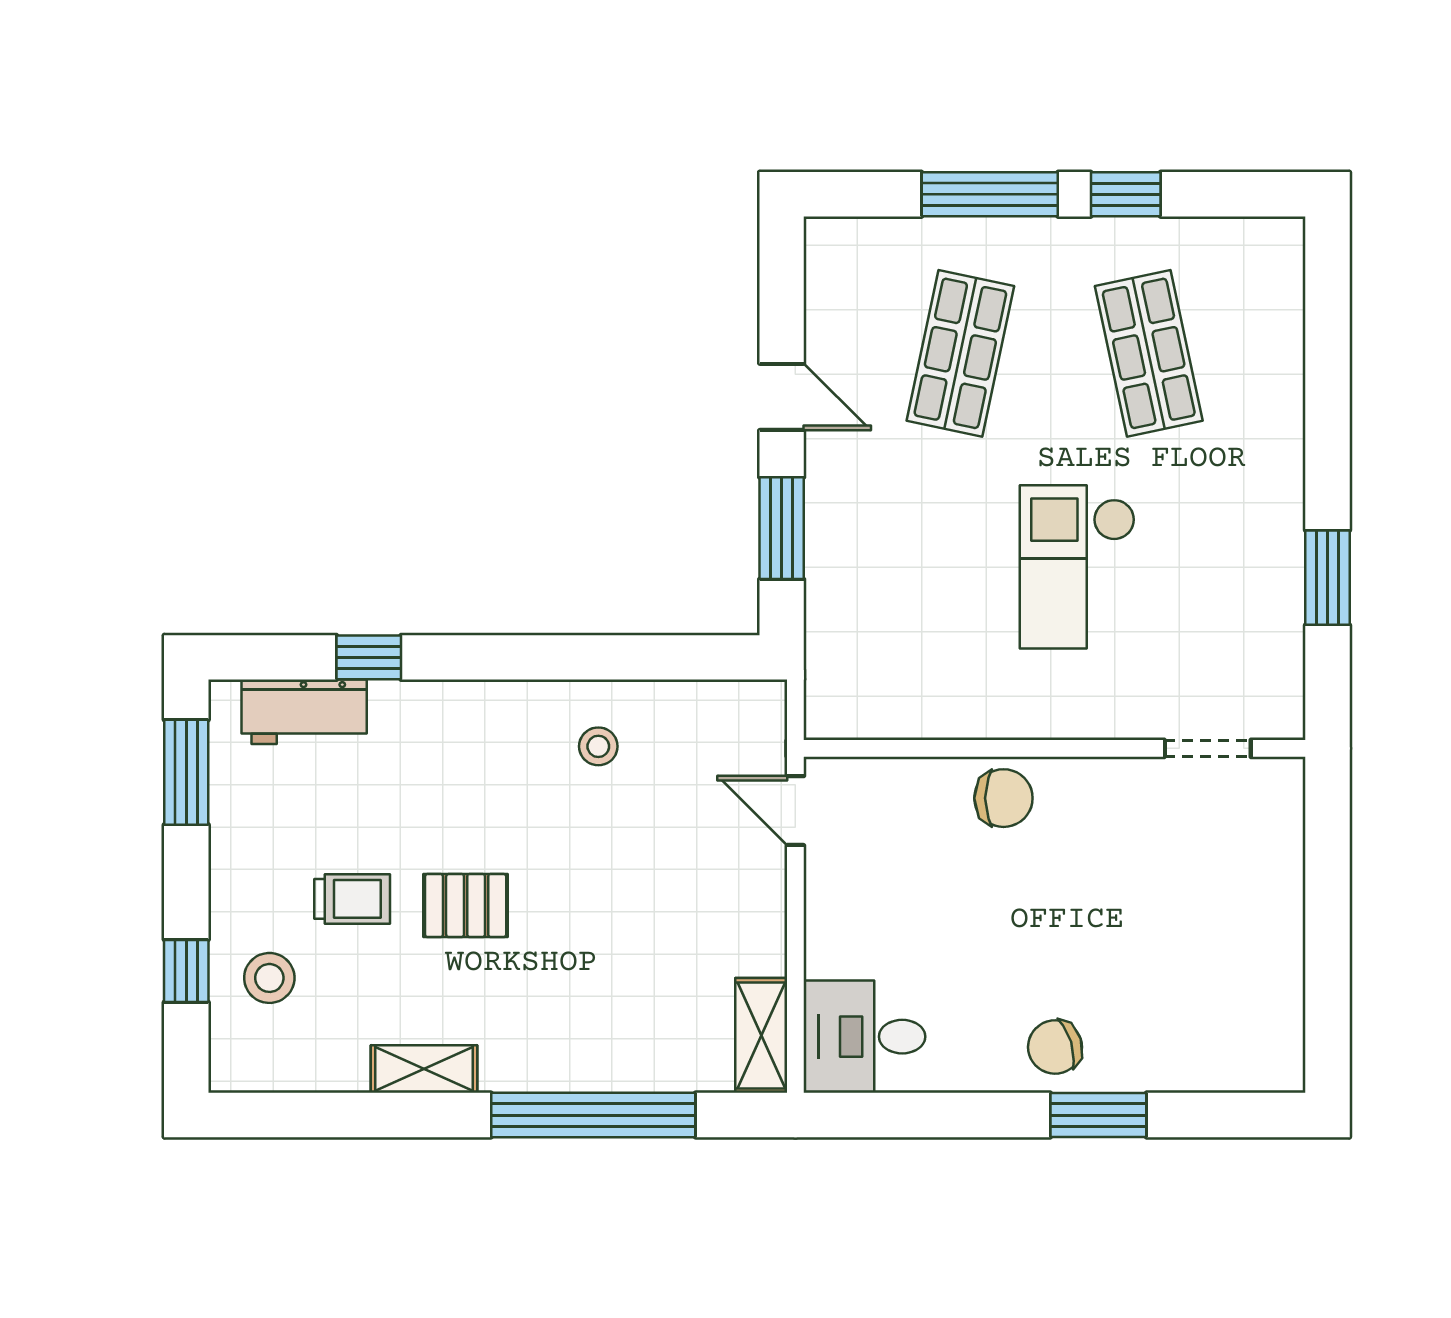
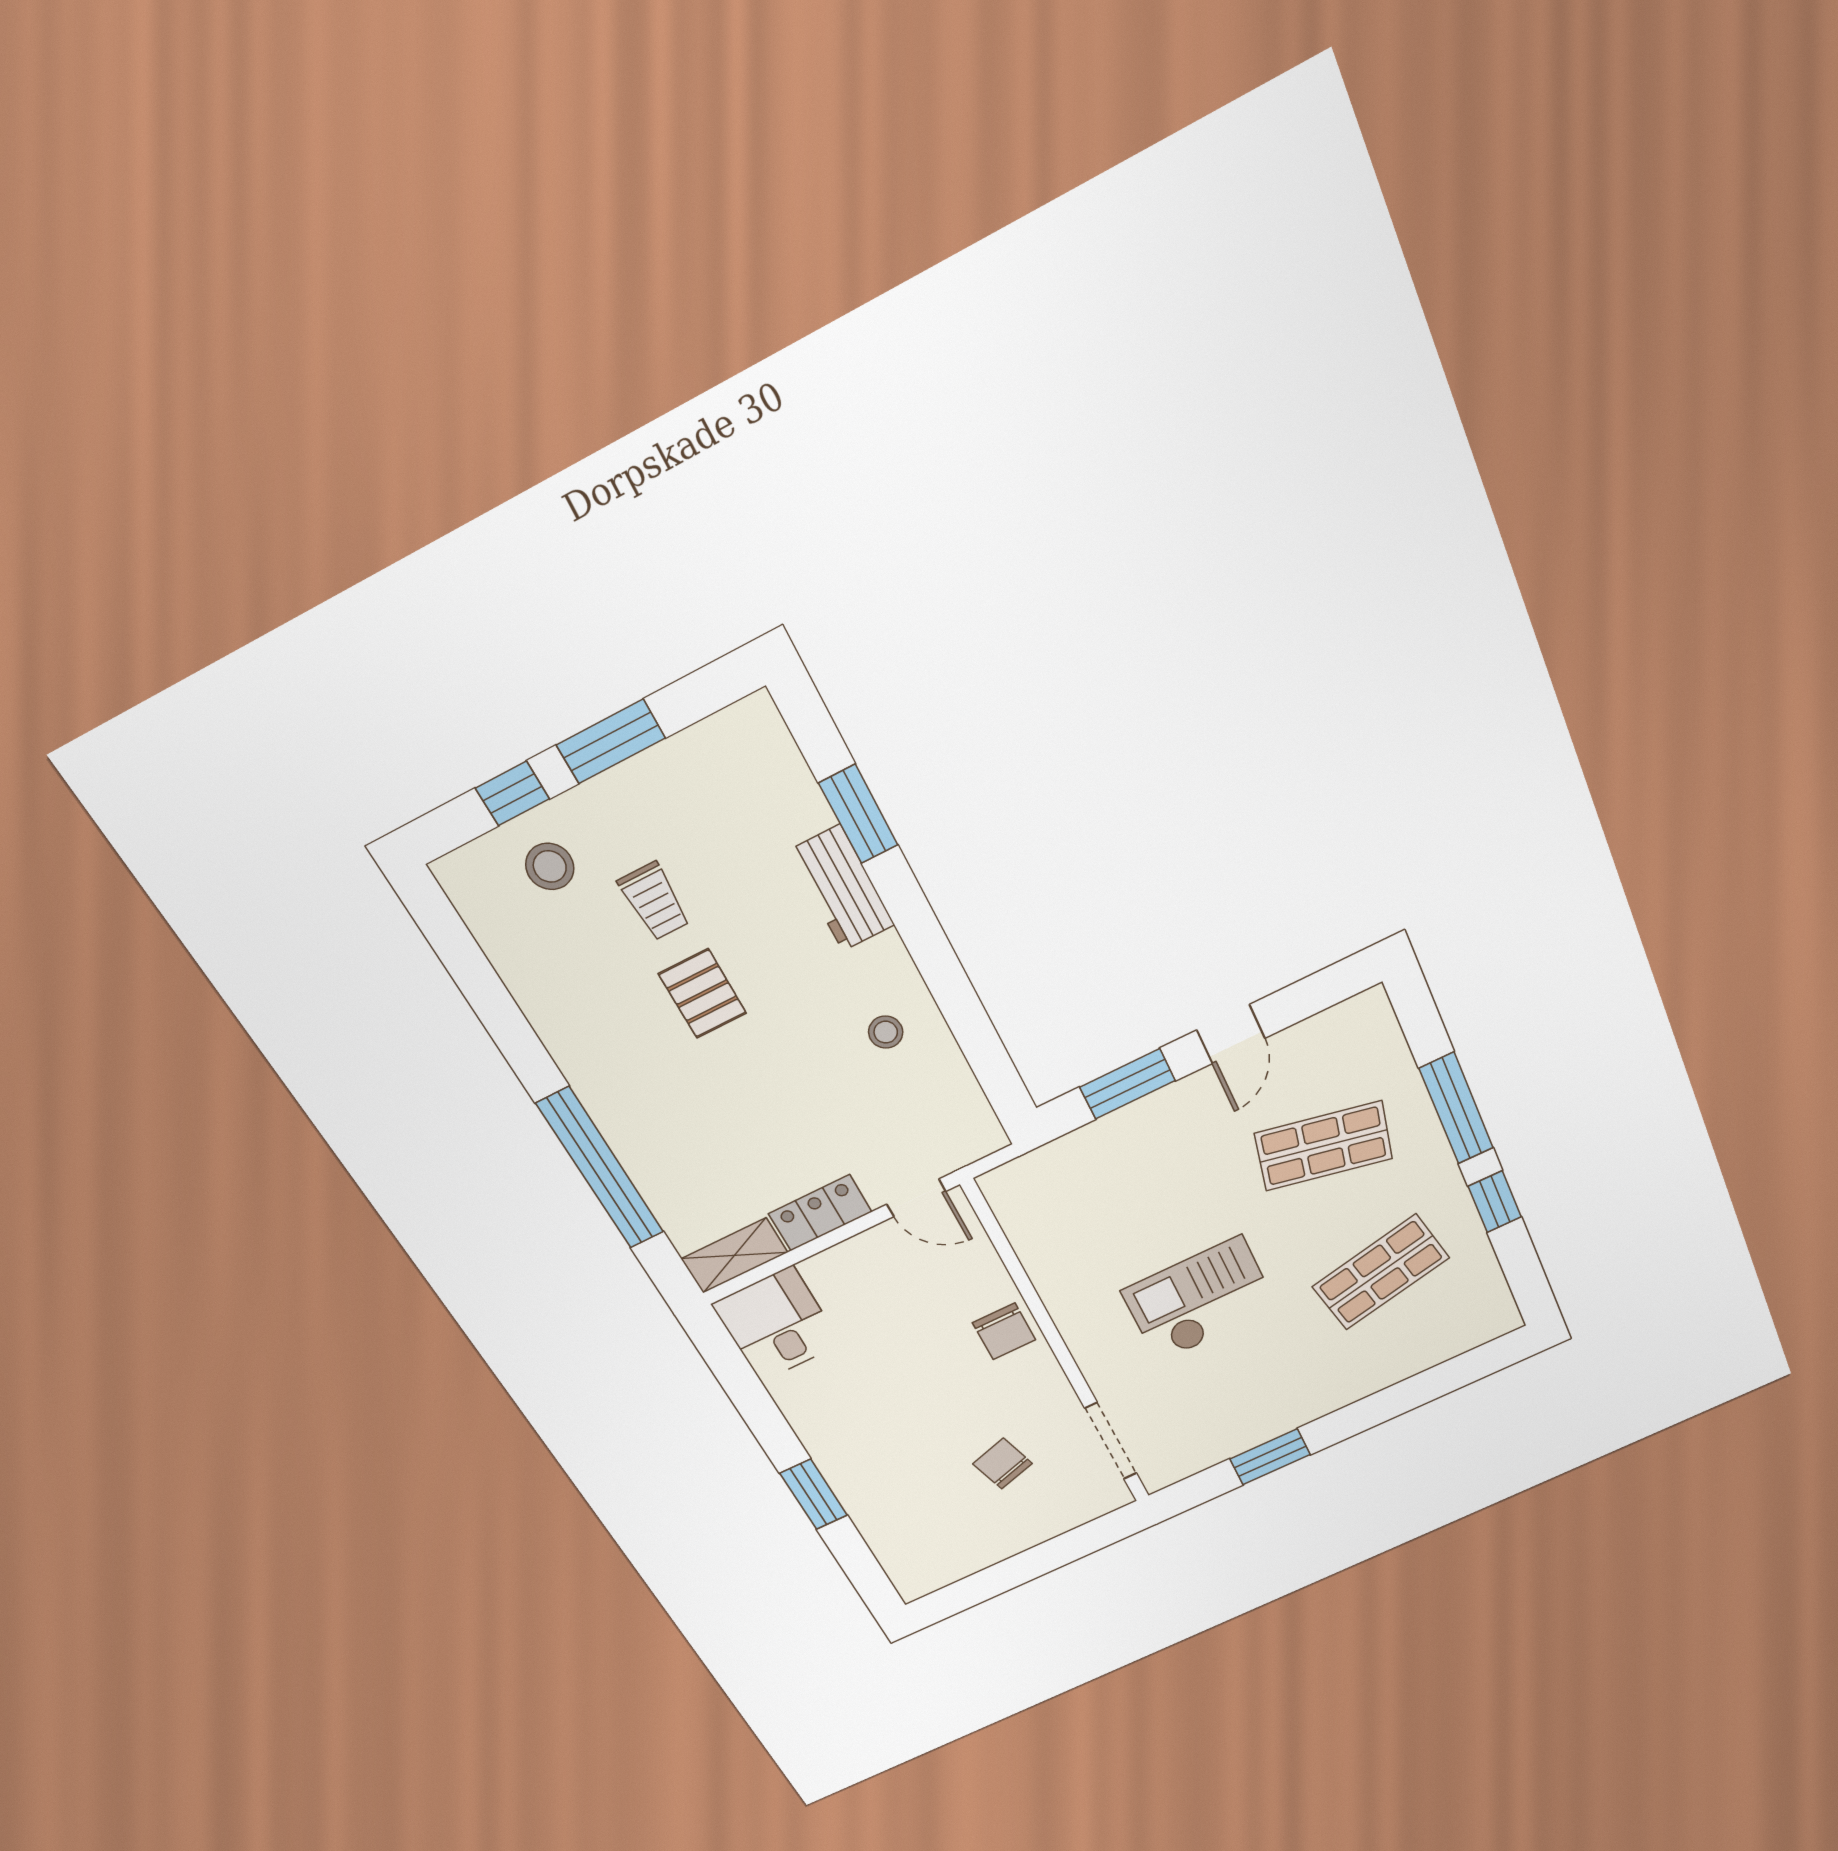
window: (369, 657) -> (858, 814), width x1.50
workbench: (304, 712) -> (842, 888), moved
doorway: (1208, 748) -> (1111, 1441), width x1.38
window: (186, 772) -> (611, 741), moved
door: (795, 811) -> (916, 1198), swing flipped
locker: (760, 919) -> (820, 1213), added
chair: (1055, 1047) -> (1002, 1464), moved
shelving: (424, 1069) -> (555, 1026), removed

